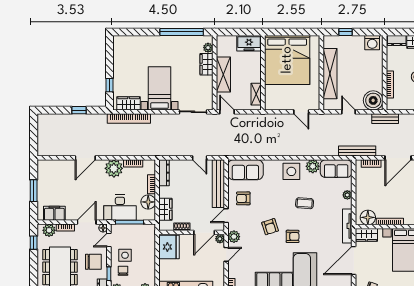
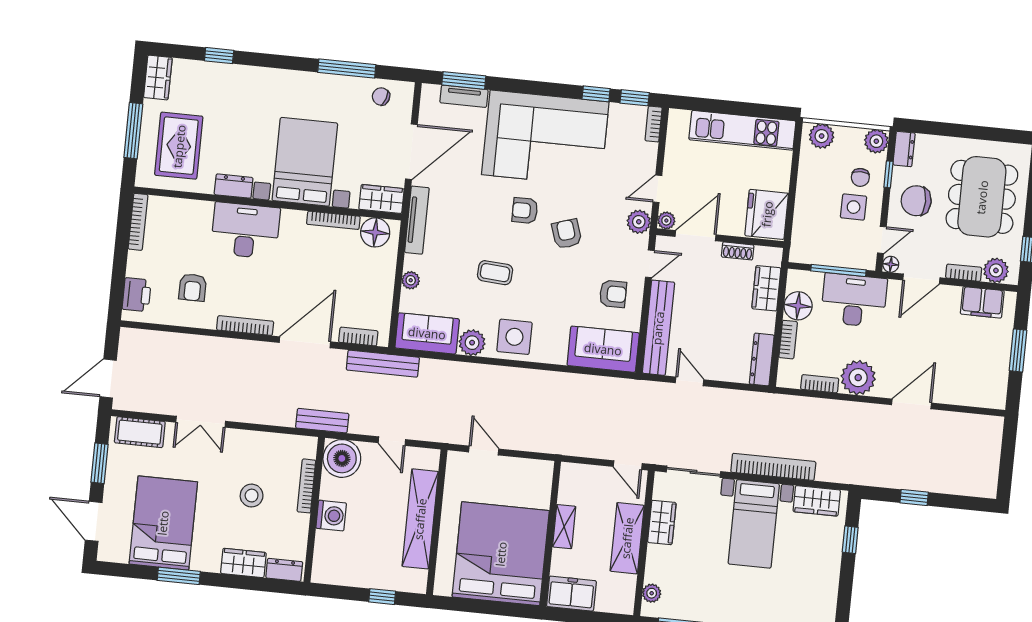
washing machine: (372, 43) -> (331, 516), moved, turned 90
wardrobe: (207, 64) -> (662, 522), moved
shelving: (256, 94) -> (564, 527), moved
bookcase: (129, 118) -> (773, 467), moved

